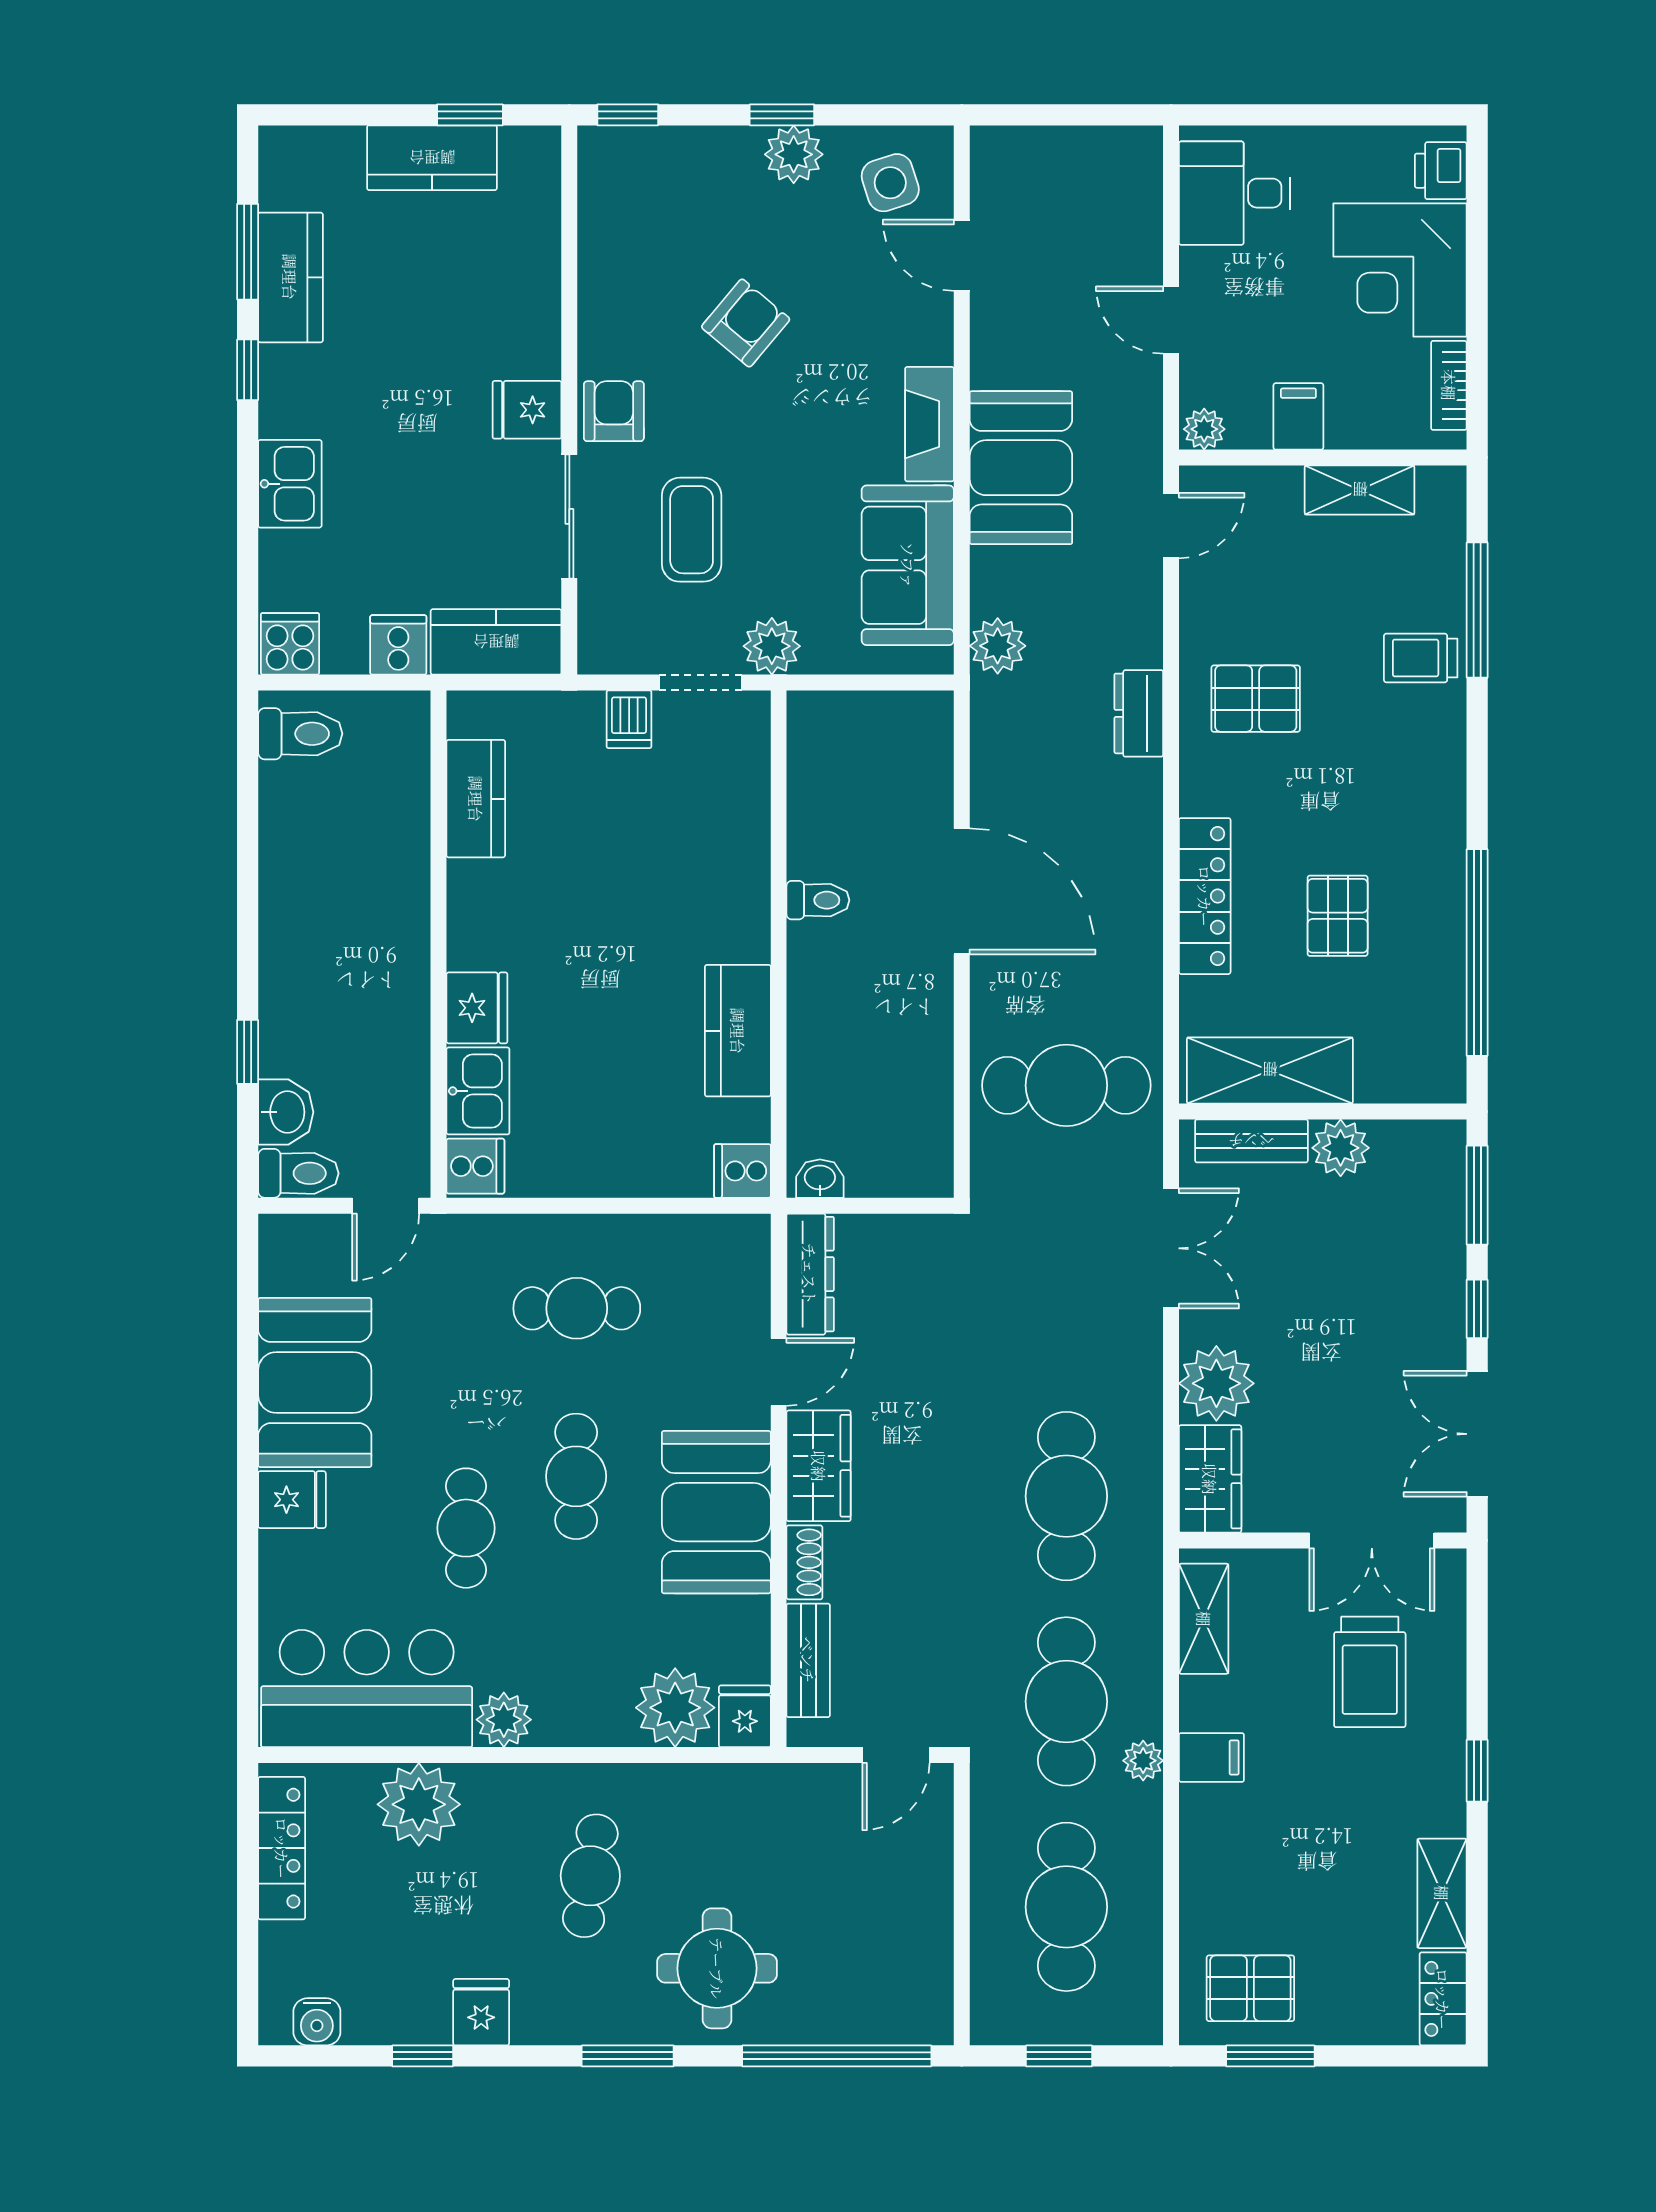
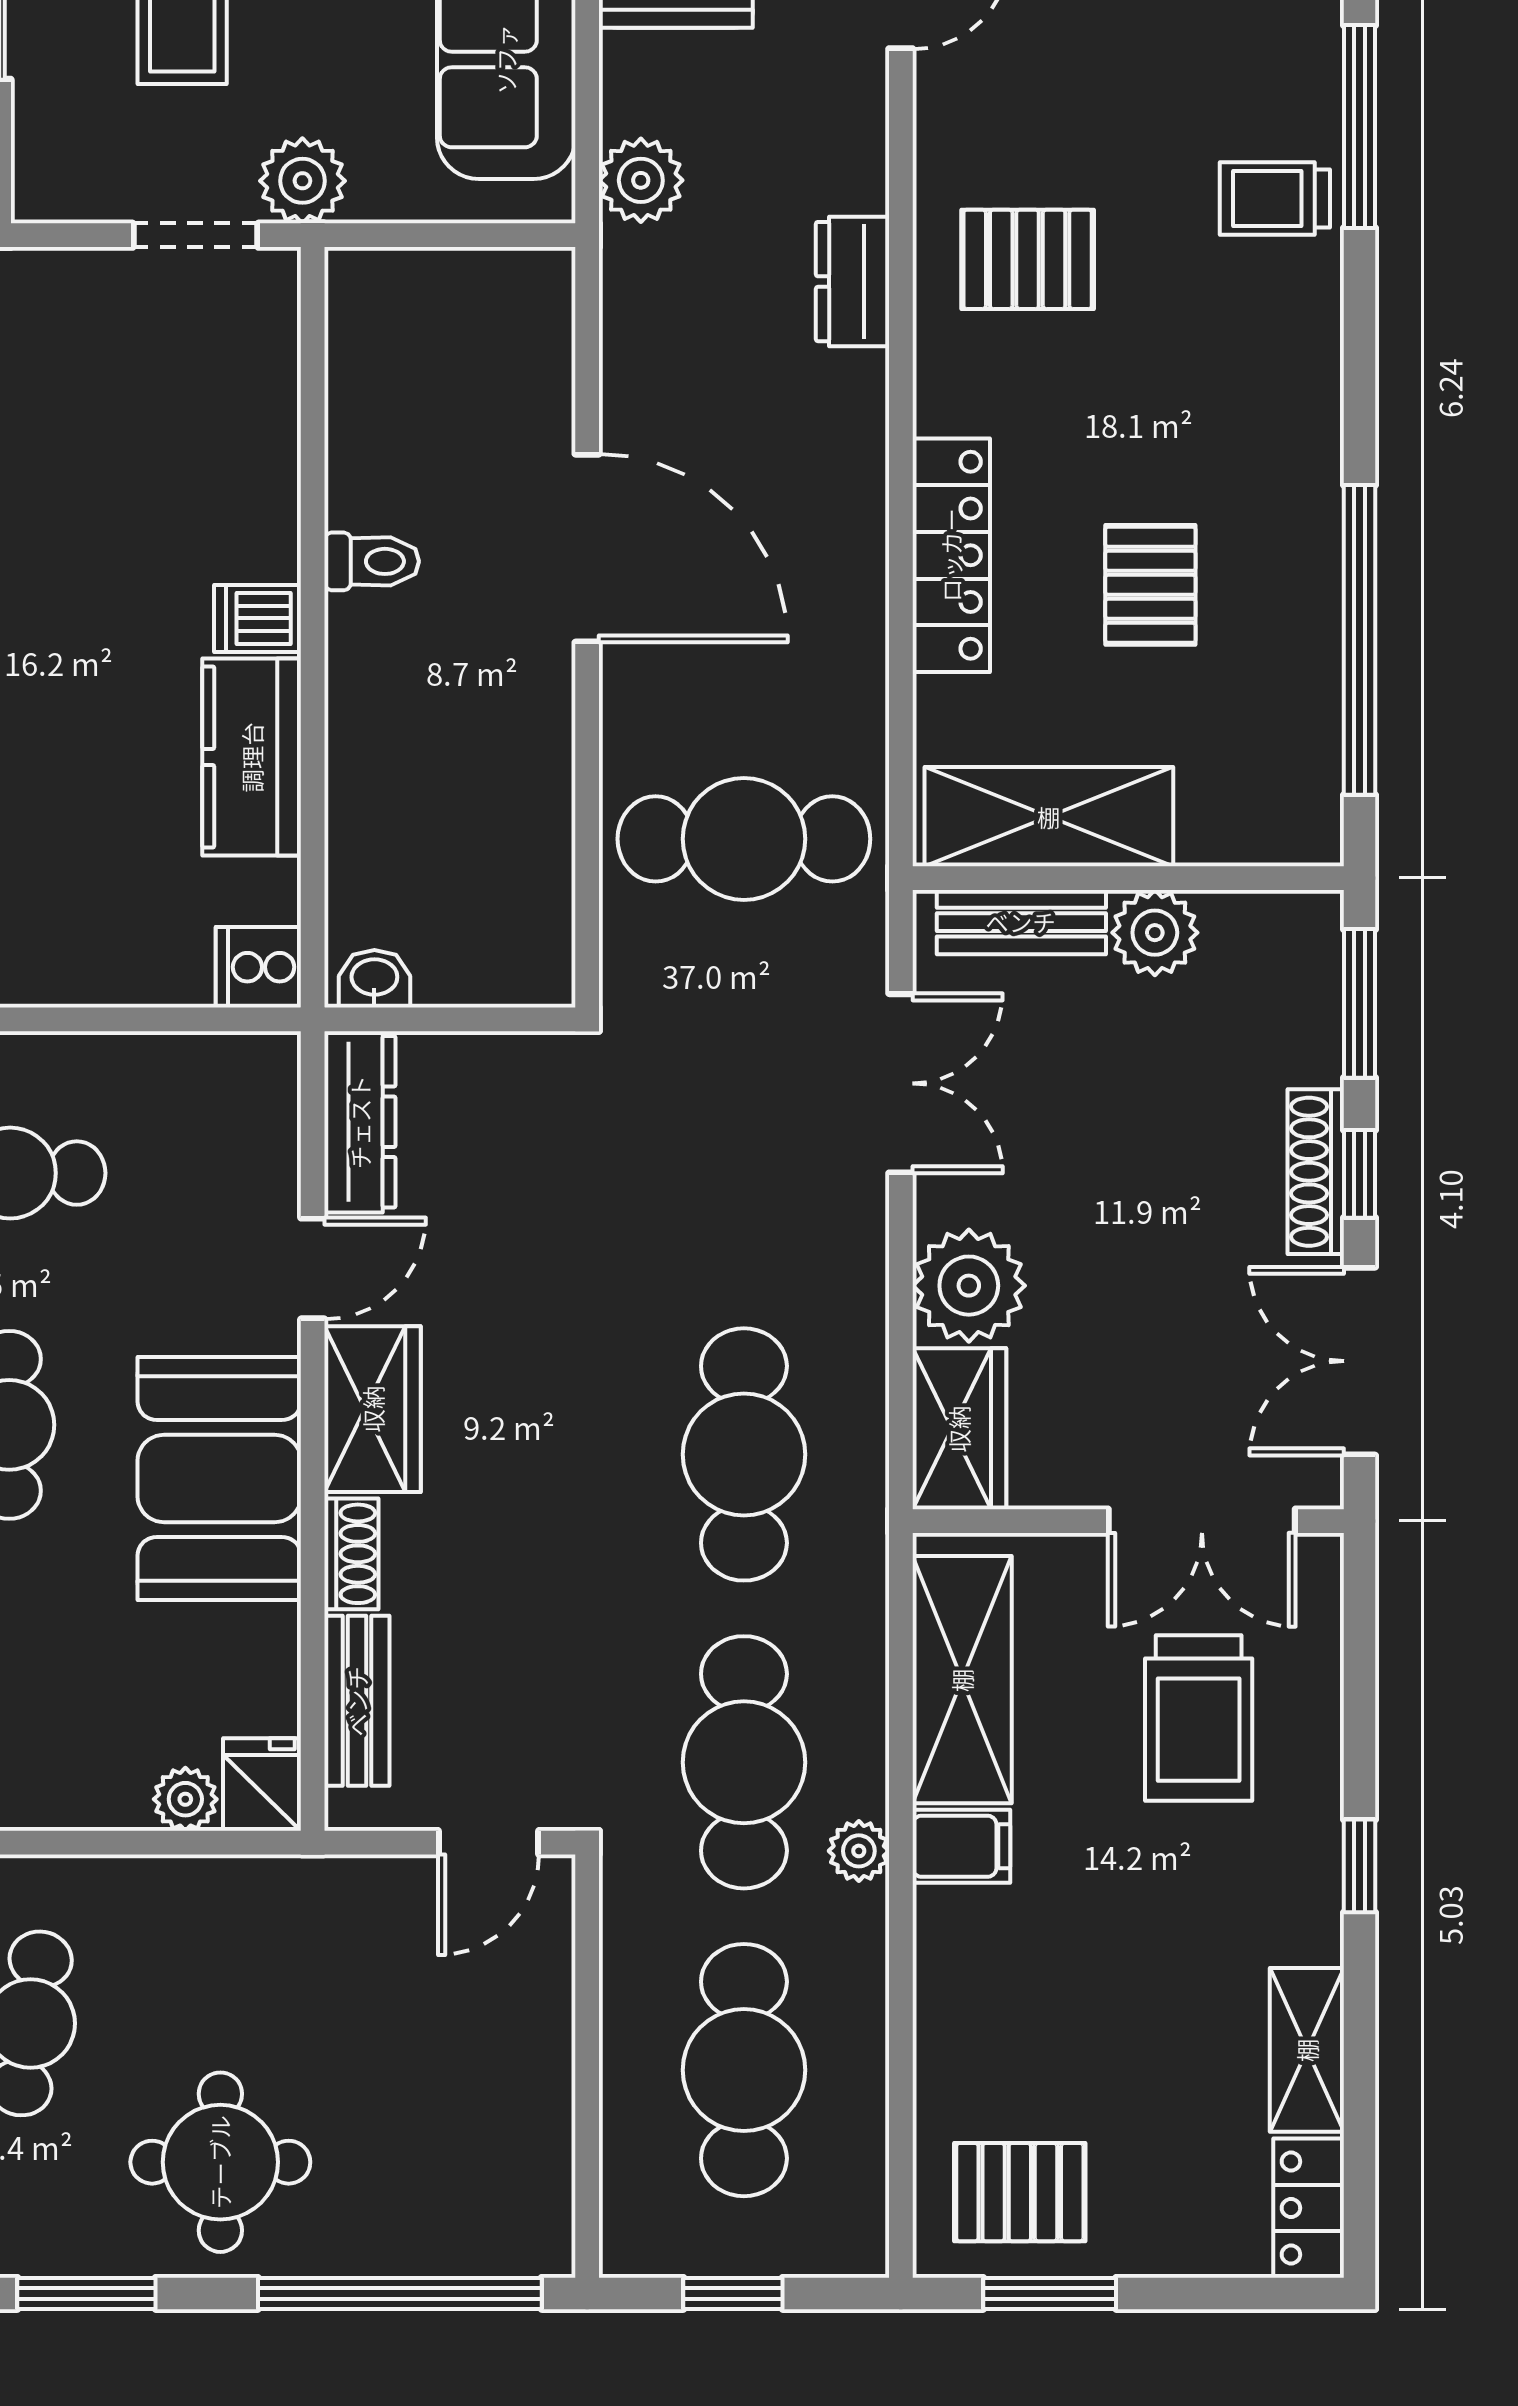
dishwasher: (629, 719) -> (258, 618), moved, turned 90
shoe rack: (1448, 1307) -> (1316, 1172), added
shelving: (1204, 1619) -> (962, 1680), width x1.50, depth x1.33
plant: (675, 1708) -> (185, 1799), width x0.53, depth x0.53

